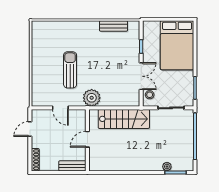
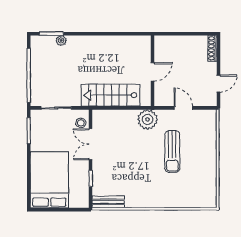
bench: (113, 26) -> (108, 202), moved
bench: (72, 166) -> (170, 41), removed

